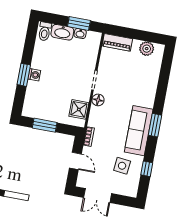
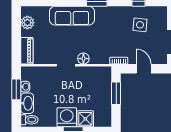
washing machine: (34, 75) -> (67, 117), width x1.89, depth x1.89
shower: (79, 109) -> (85, 119), moved
window: (45, 125) -> (116, 93), moved
sofa: (139, 131) -> (72, 16), moved
door: (75, 161) -> (144, 69), hinge flipped

